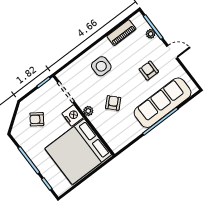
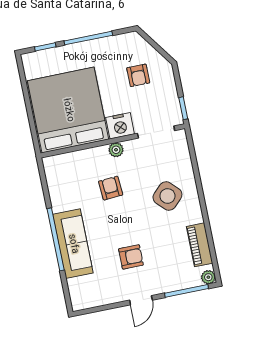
plant: (151, 34) -> (208, 277), moved
side table: (101, 66) -> (167, 196), turned 45
armchair: (113, 103) -> (111, 188), turned -140
sofa: (163, 103) -> (73, 244), width x0.74, depth x0.79
armchair: (37, 119) -> (138, 75), turned 145

